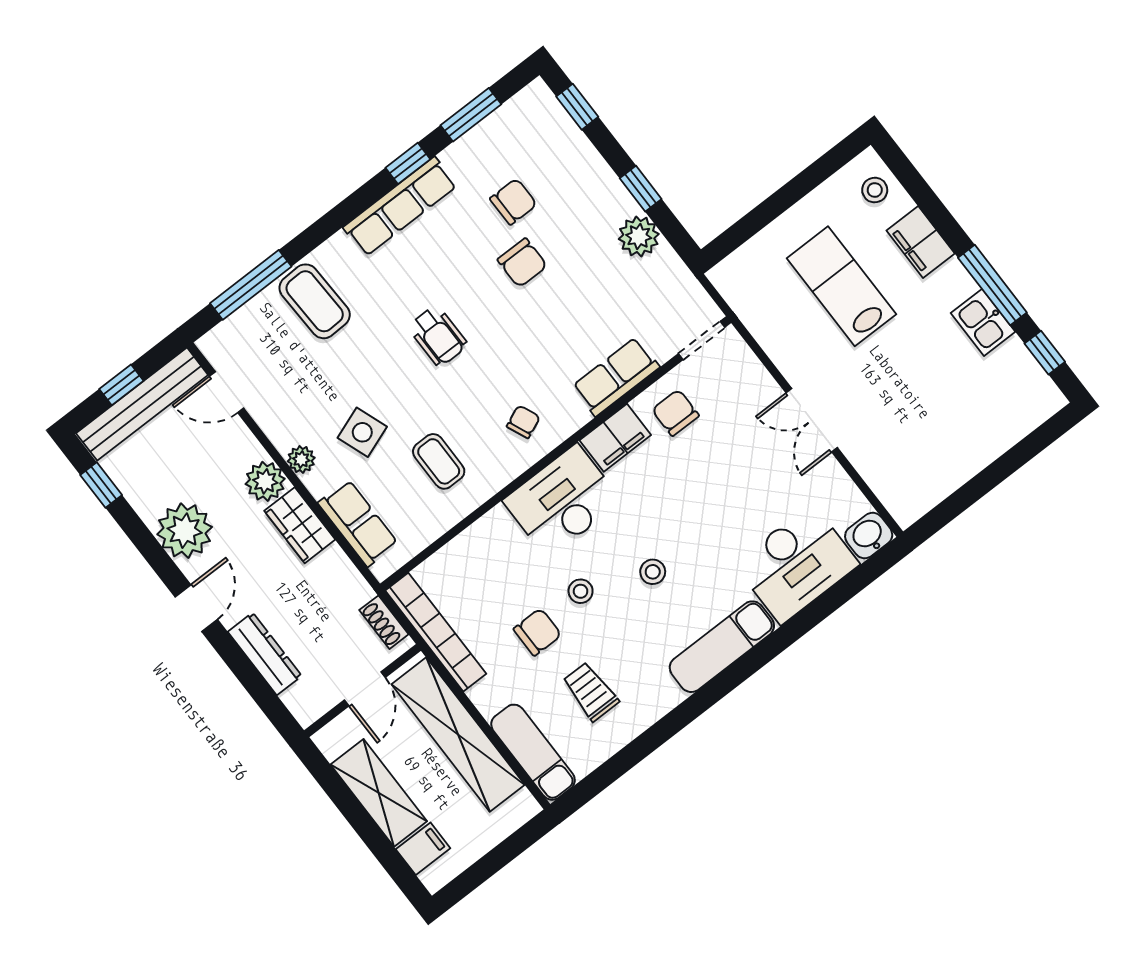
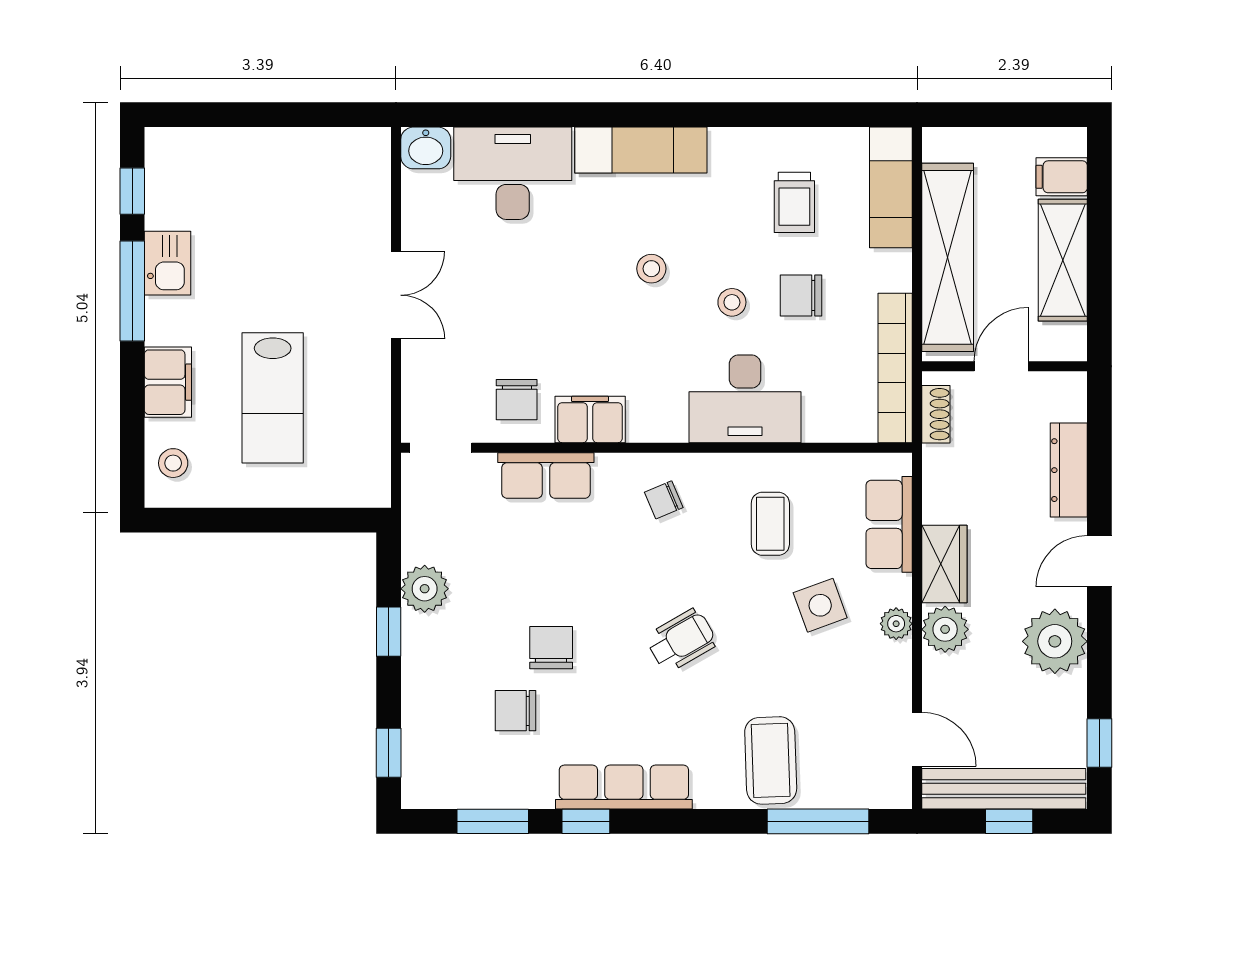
wheelchair: (438, 336) -> (681, 640), turned 60
desk: (562, 501) -> (745, 399), moved

